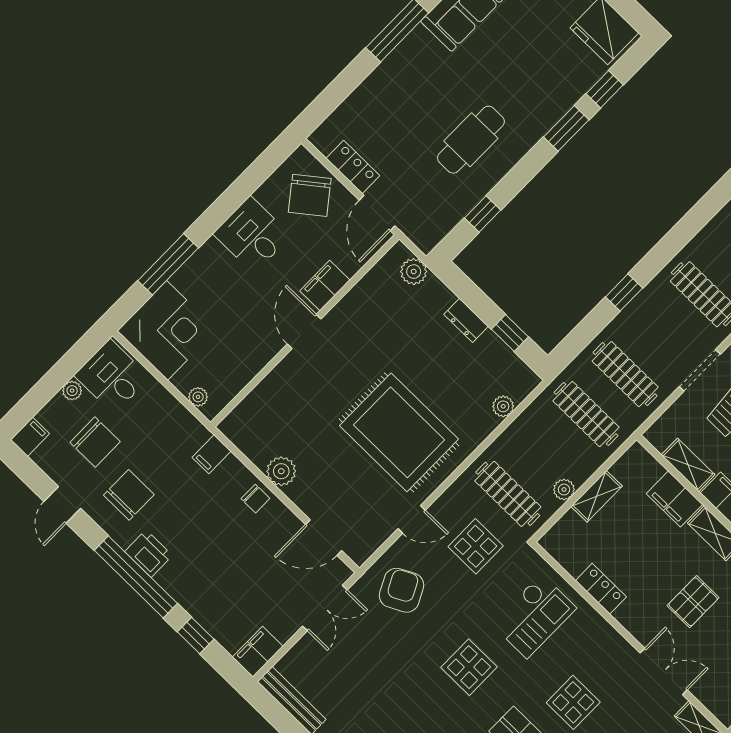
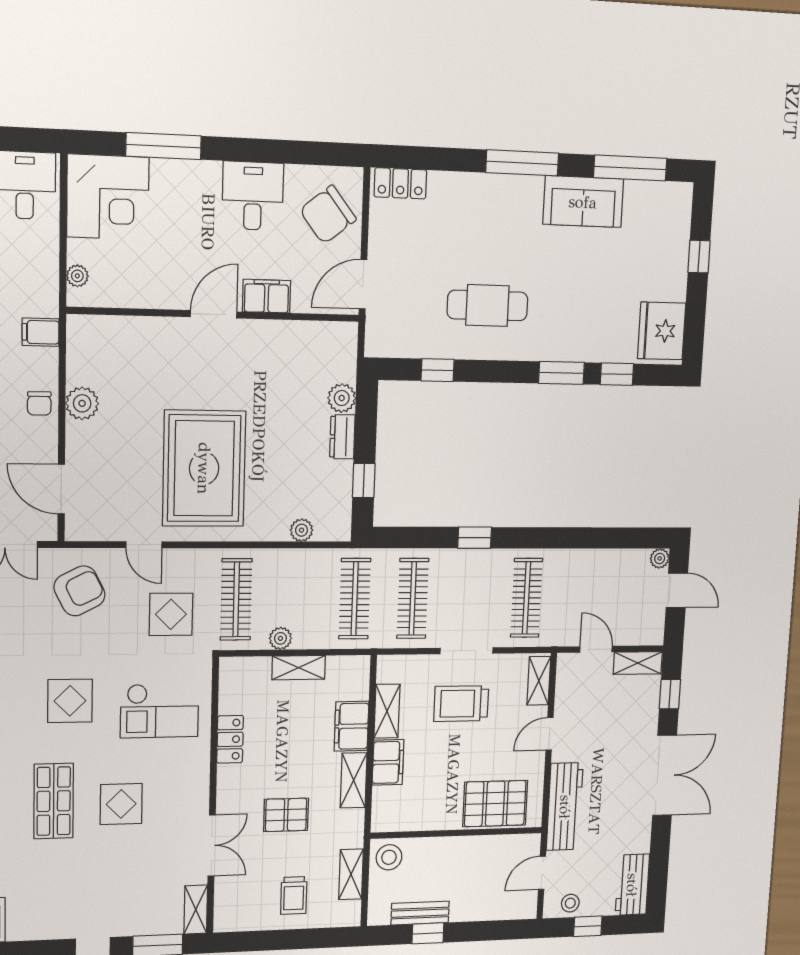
locker: (353, 167) -> (400, 183), moved, turned 90
plant: (414, 272) -> (342, 398), moved

